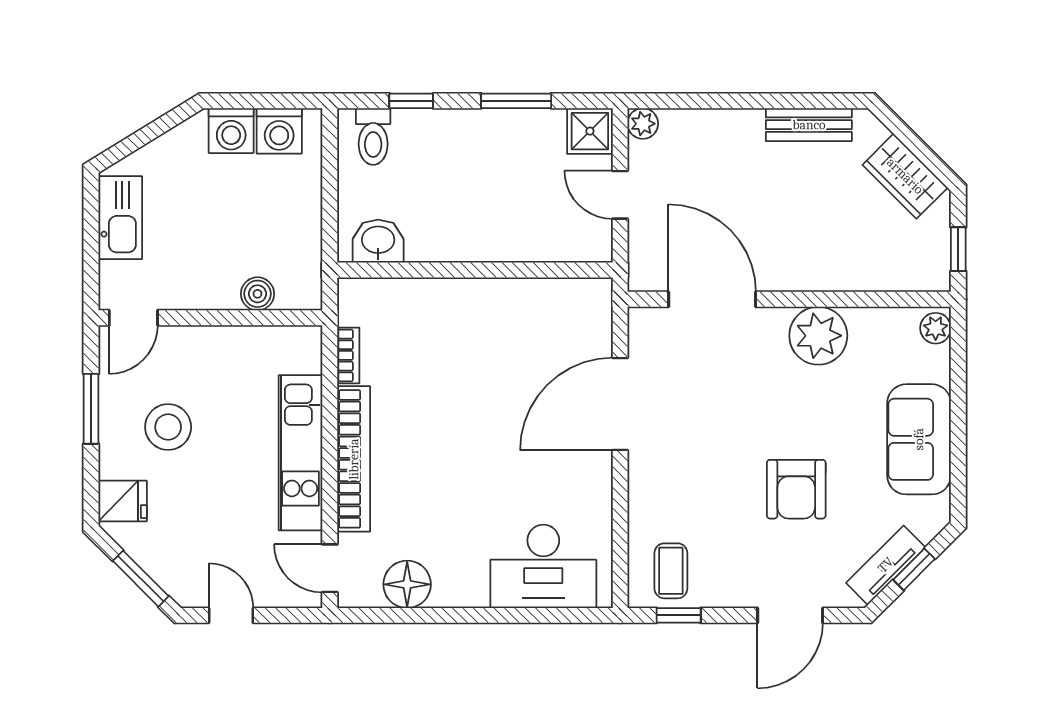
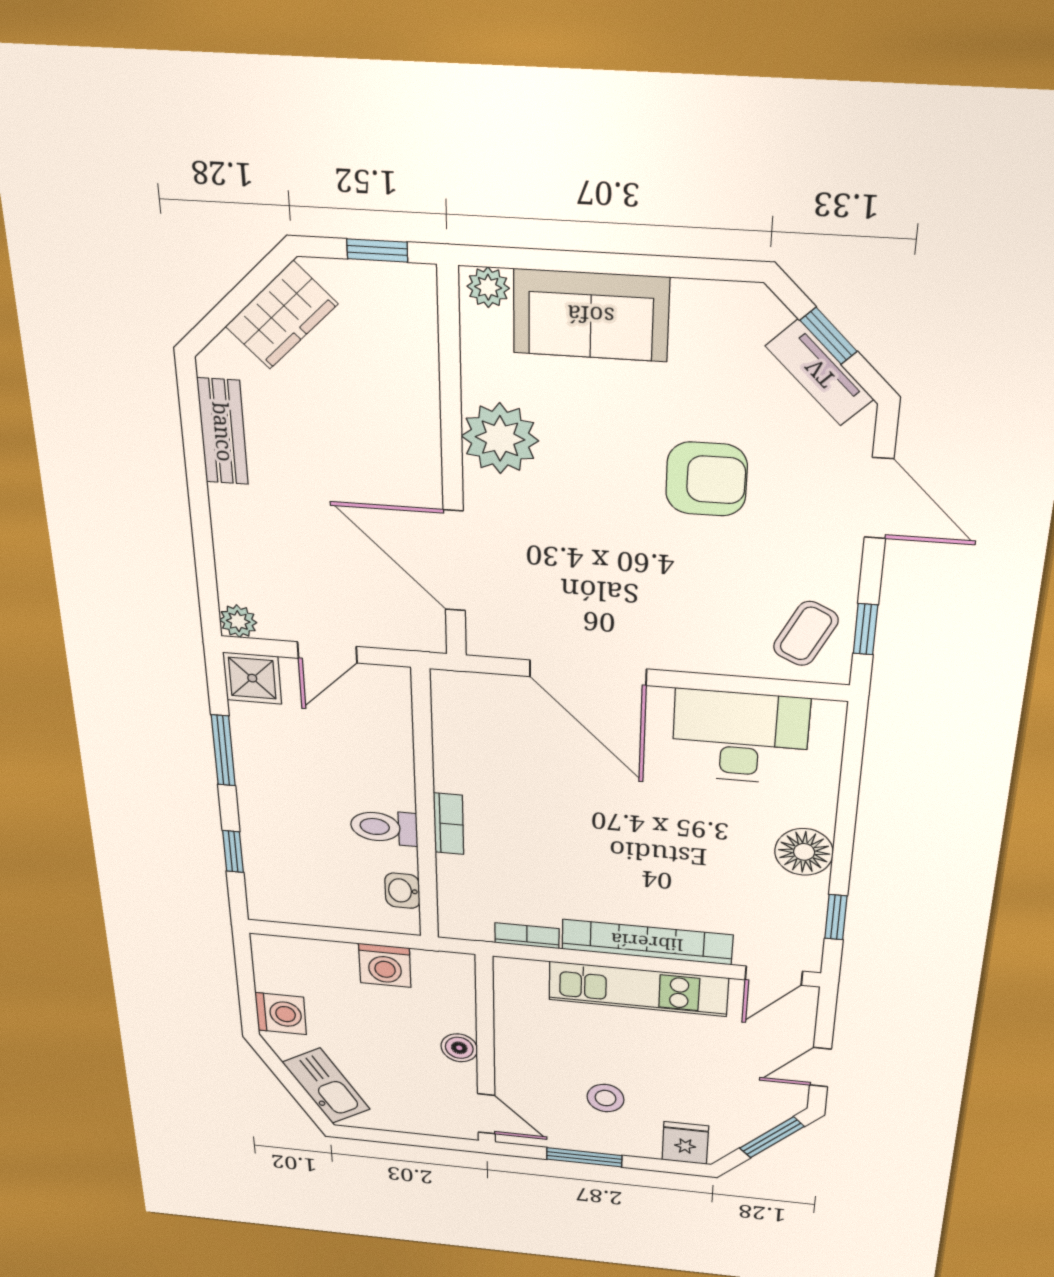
washing machine: (279, 131) -> (385, 965), moved, turned 90
toilet: (373, 137) -> (384, 827), moved, turned 180
kitchen sink: (120, 218) -> (326, 1086), moved, turned 58
washbasin: (378, 241) -> (402, 891), width x0.72, depth x0.69
bookcase: (461, 290) -> (449, 824), added
boiler: (258, 294) -> (459, 1048), moved
door: (712, 299) -> (454, 561), hinge flipped
stool: (168, 427) -> (606, 1098), width x0.73, depth x0.73
sofa: (919, 439) -> (591, 315), moved
desk: (543, 566) -> (740, 737), moved, turned -90
coffee table: (671, 571) -> (806, 633), turned -64
floor lamp: (407, 584) -> (804, 852), moved
window: (399, 615) -> (836, 917), added

